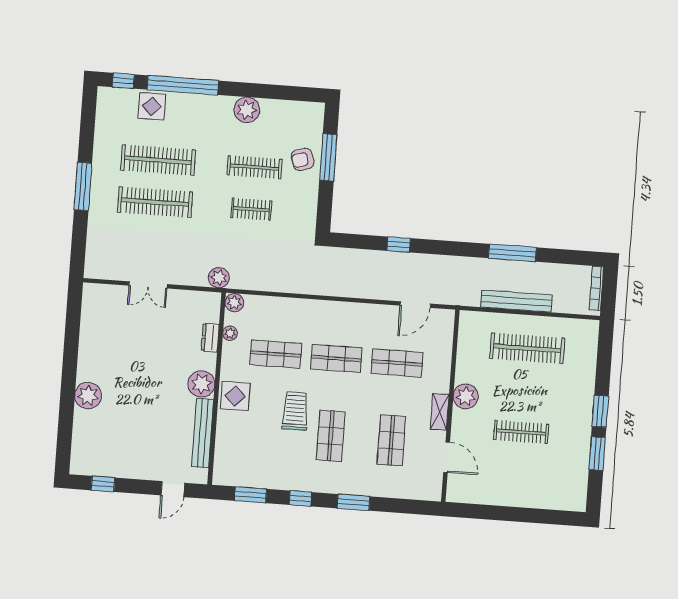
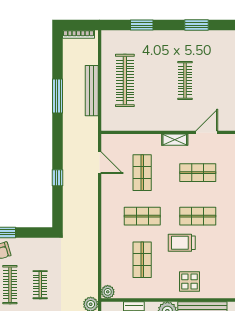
plant: (230, 333) -> (130, 293), removed
shop shelf: (336, 358) -> (142, 216), turned 90
display table: (235, 396) -> (189, 281), moved
plant: (466, 396) -> (162, 122), removed
window: (600, 411) -> (142, 25), moved

